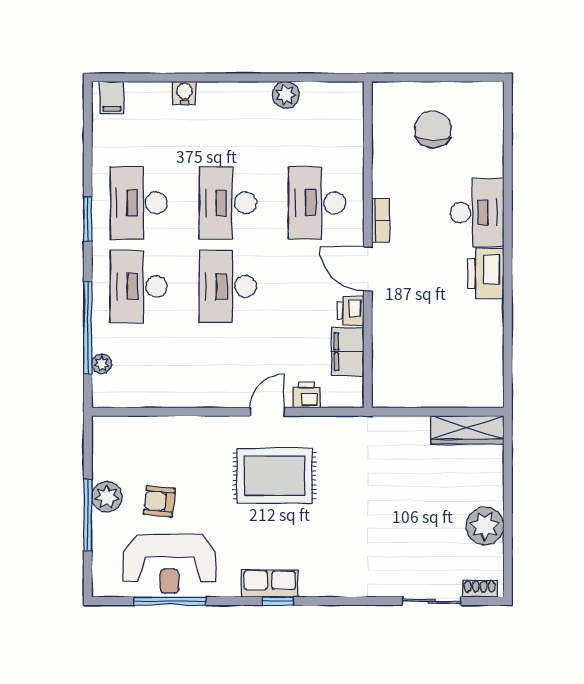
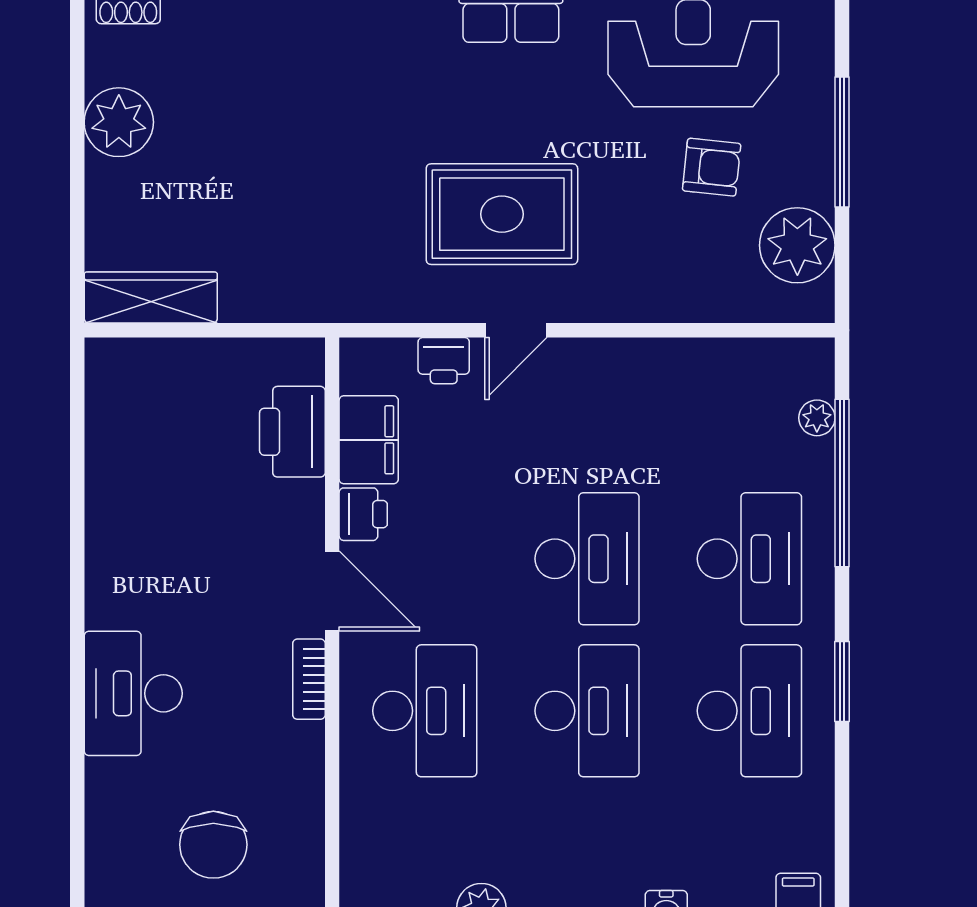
printer: (486, 274) -> (292, 432), moved, turned 180
plant: (107, 497) -> (797, 245), moved, width x1.36, depth x1.36

